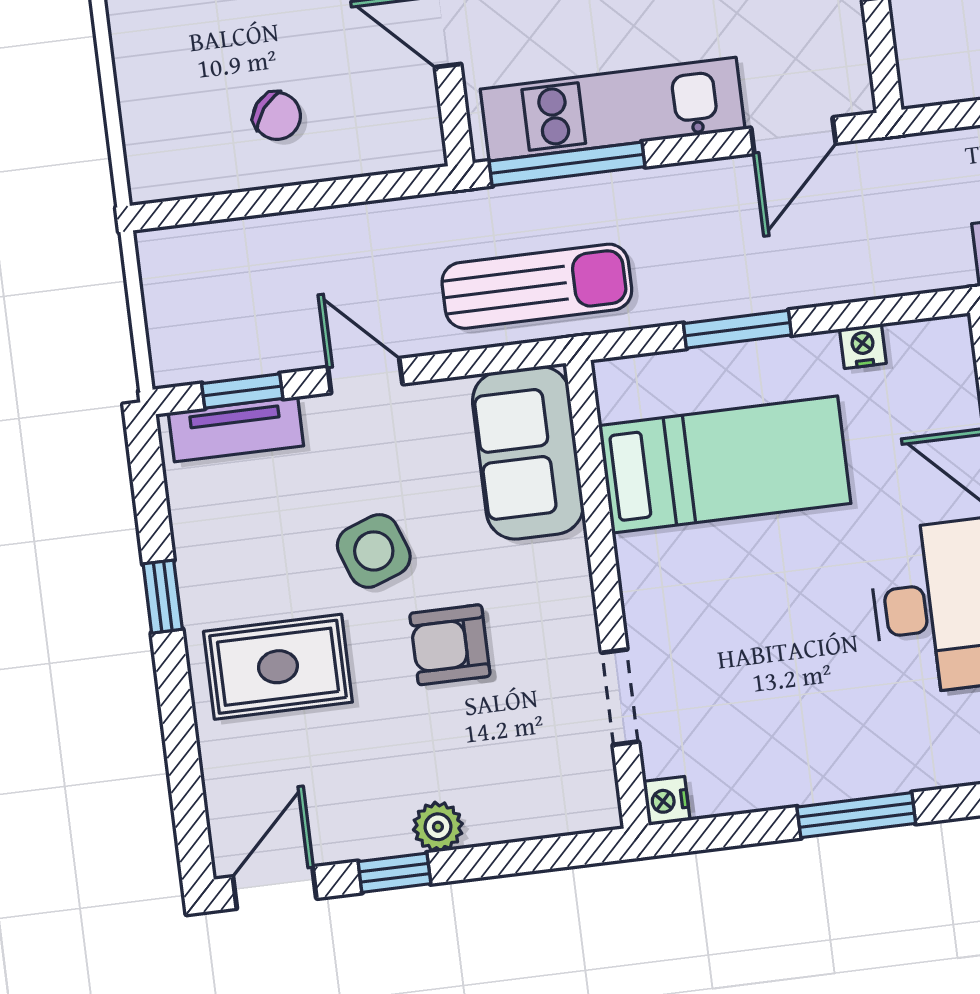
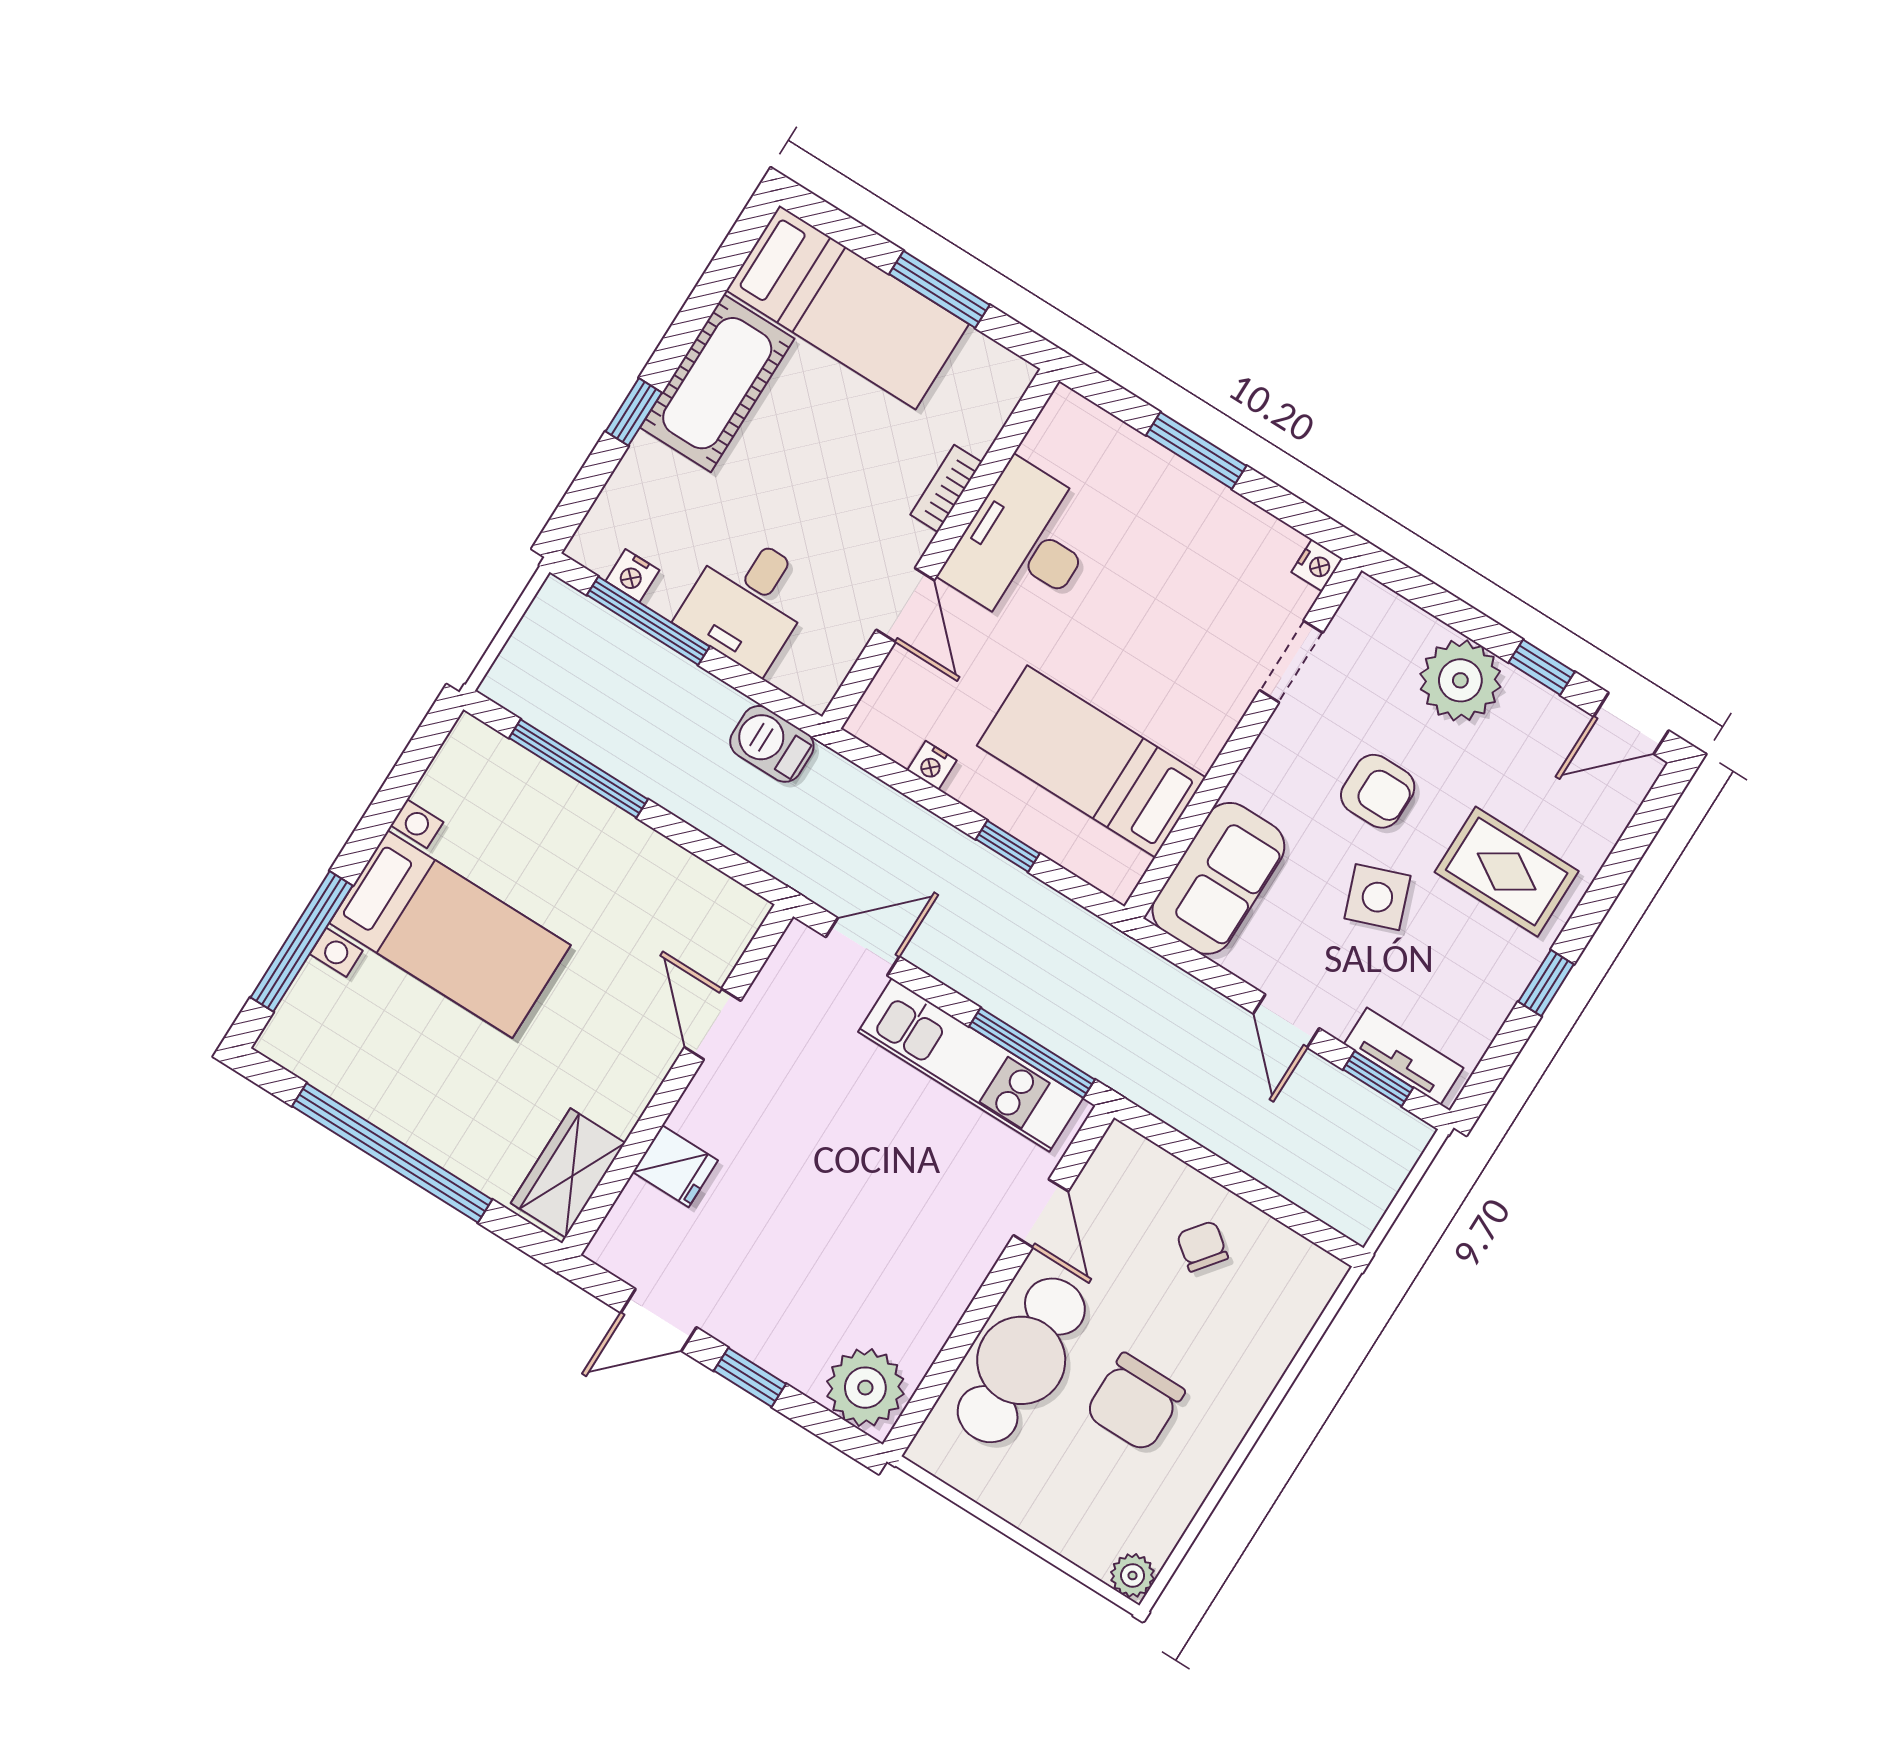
sun lounger: (537, 286) -> (1120, 987), removed
window: (737, 329) -> (1008, 846), width x0.67
plant: (438, 827) -> (1460, 680), width x1.88, depth x1.88

